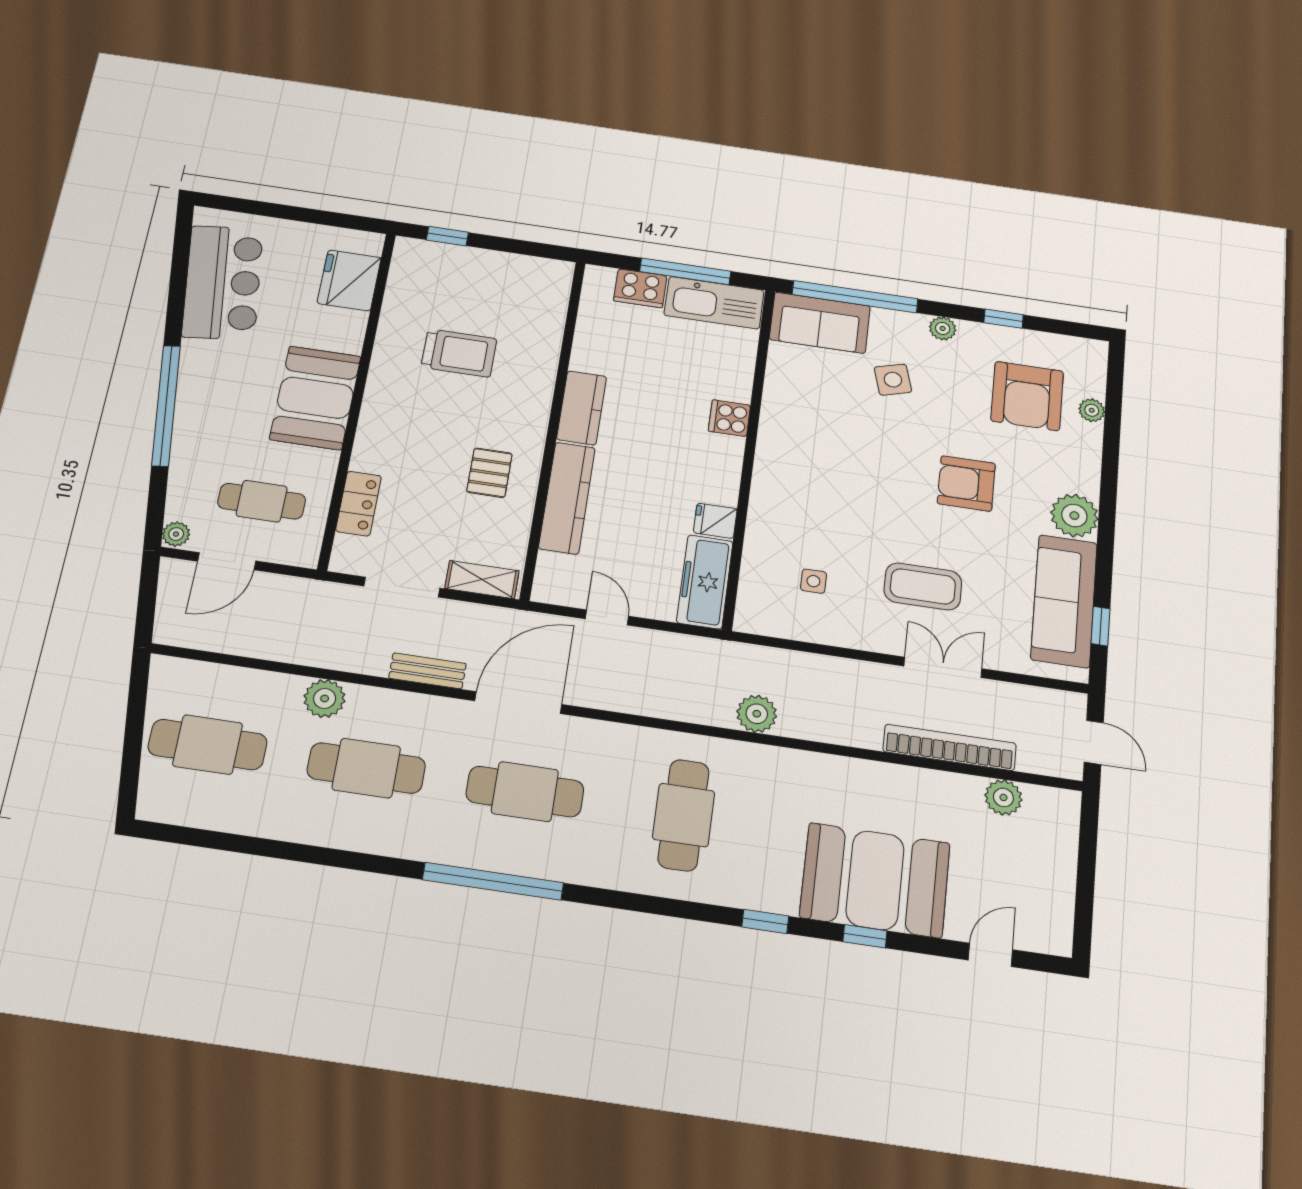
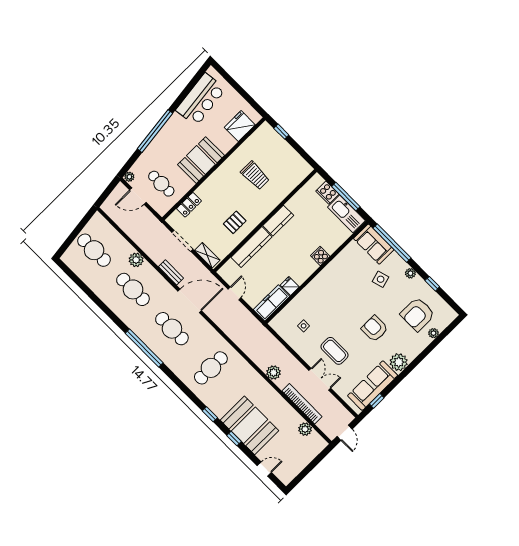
plant: (757, 714) -> (274, 372), moved

